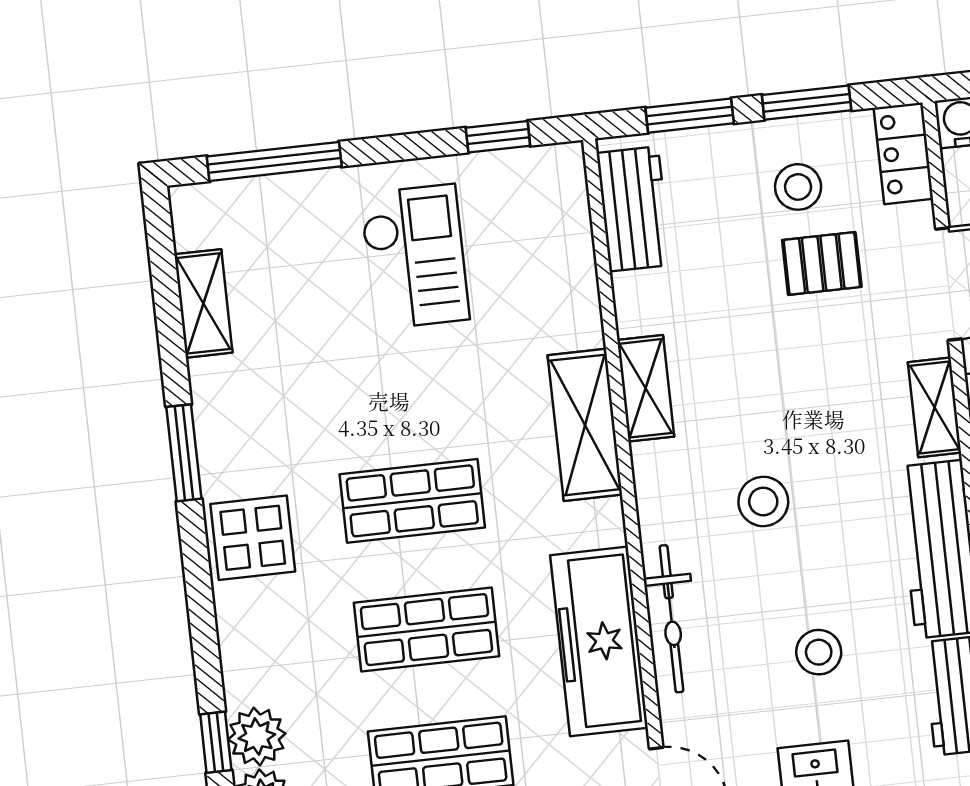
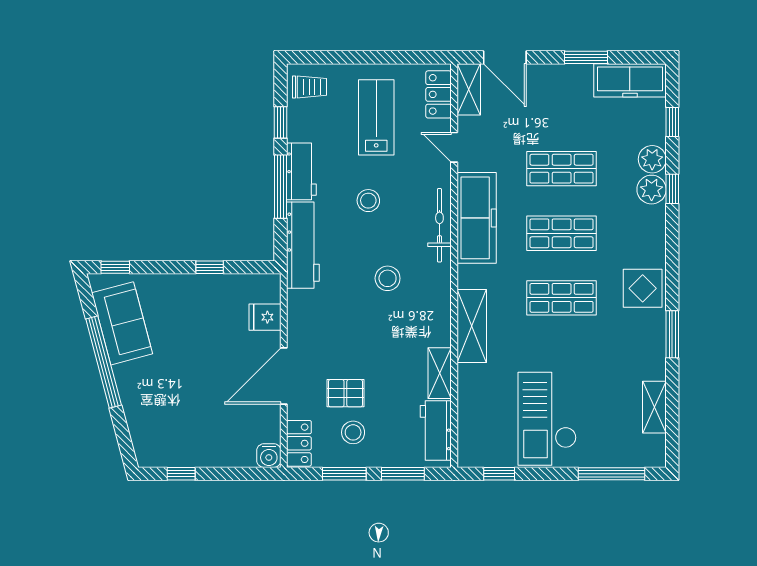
checkout: (415, 257) -> (547, 419), width x1.36, depth x1.21
shelving: (646, 388) -> (440, 373), moved
shelving: (935, 407) -> (297, 316), removed

